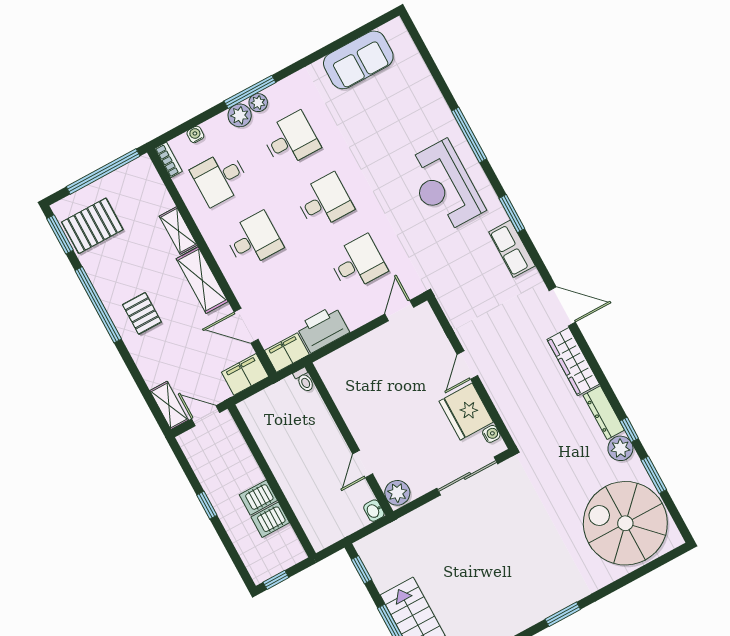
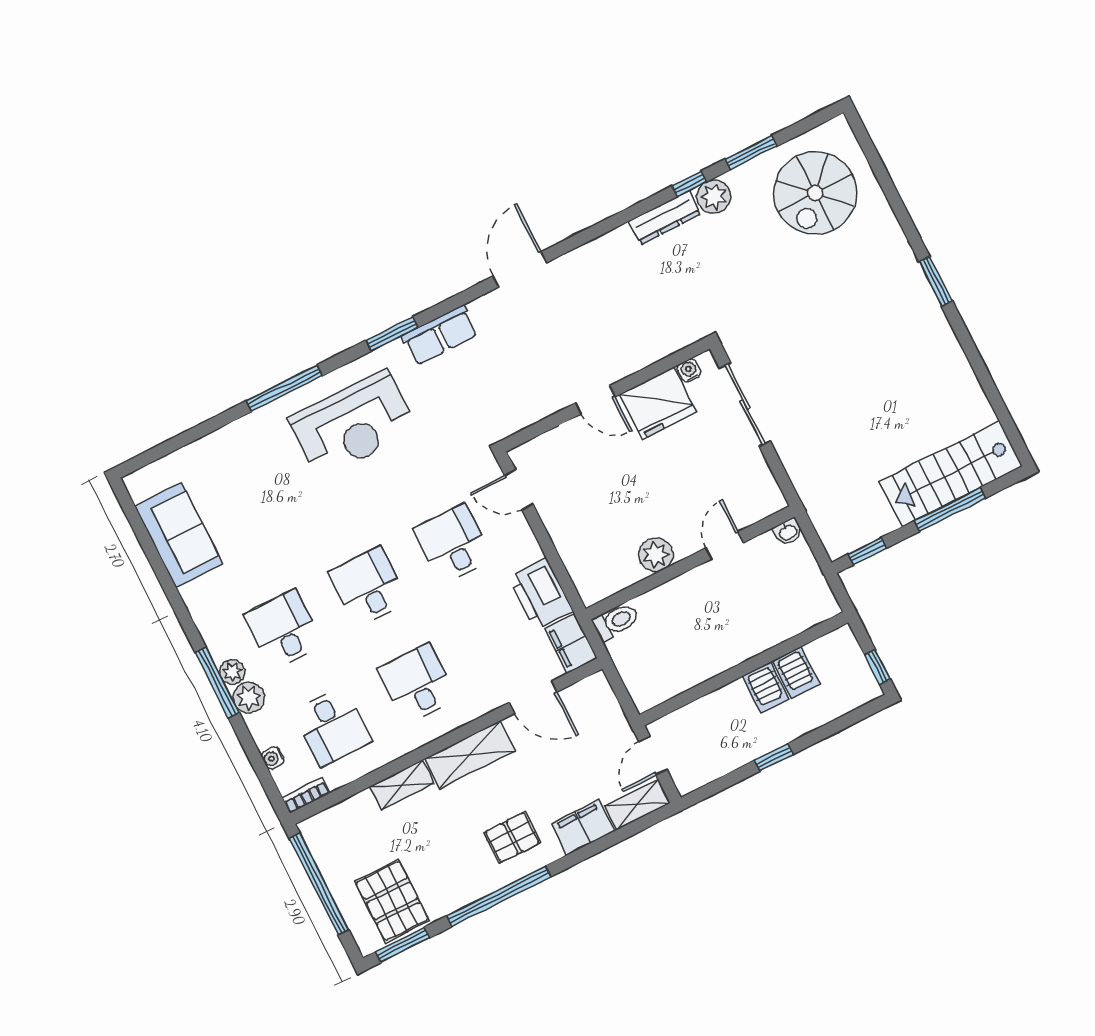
door: (246, 326) -> (533, 697), hinge flipped
wardrobe: (573, 362) -> (595, 257), removed
filing cabinet: (245, 374) -> (583, 827), moved, turned 90
toilet: (304, 380) -> (616, 621), width x1.37, depth x1.39
door: (363, 464) -> (724, 545), swing flipped
plant: (397, 493) -> (656, 555), moved
spiral stairs: (625, 523) -> (815, 193), width x0.73, depth x0.73

